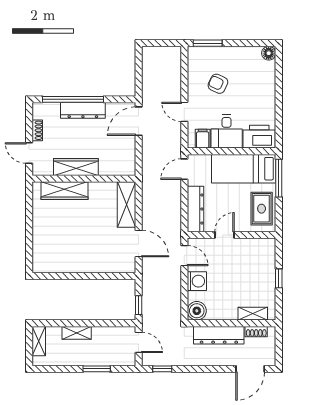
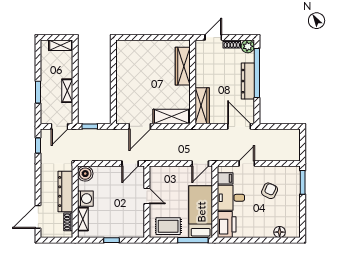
floor lamp: (269, 53) -> (280, 232), moved
plant: (40, 111) -> (248, 46), added
wardrobe: (76, 167) -> (202, 106), moved
door: (184, 169) -> (200, 163), swing flipped
dresser: (196, 209) -> (168, 173), removed
washing machine: (197, 281) -> (85, 199), moved, turned -90
shelving: (77, 333) -> (67, 91), moved
door: (250, 369) -> (38, 217), hinge flipped

